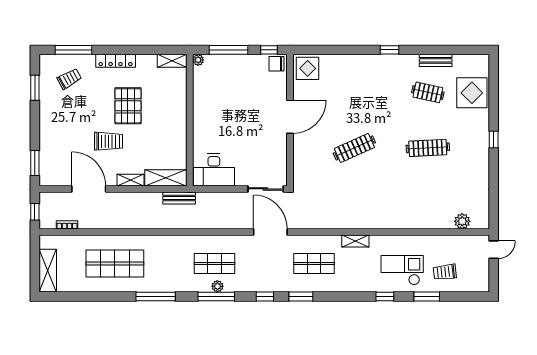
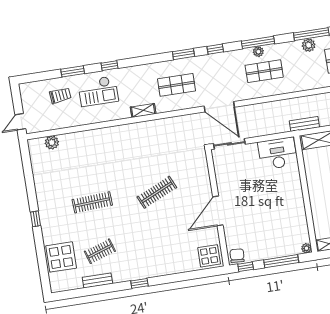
chair: (276, 64) -> (237, 256), turned -86
clothes rail: (428, 92) -> (100, 251), turned -30
plant: (161, 285) -> (309, 45), added

